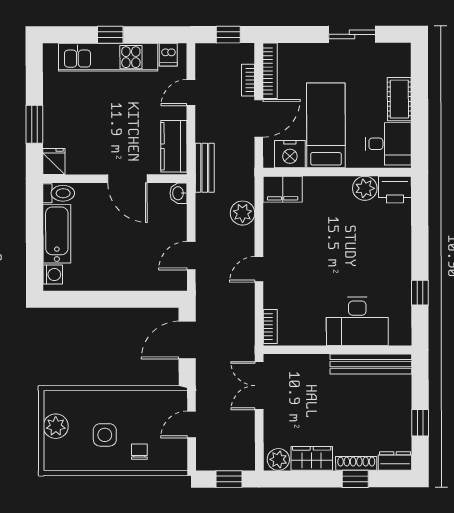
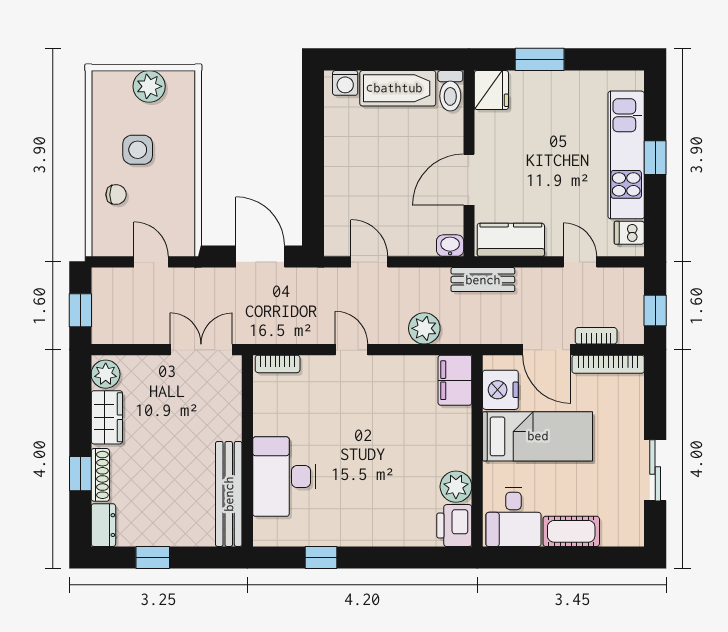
fridge: (54, 161) -> (491, 90), width x1.38

